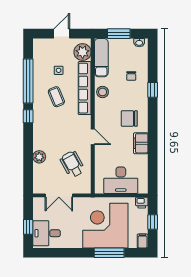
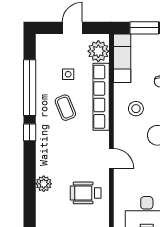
stool: (103, 92) -> (136, 109), moved
wheelchair: (72, 164) -> (86, 193), turned -61

